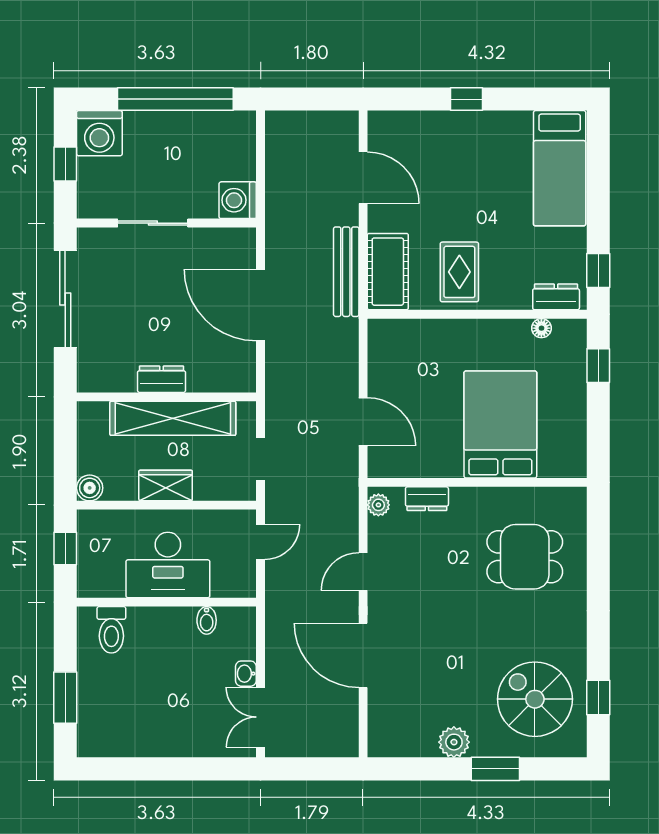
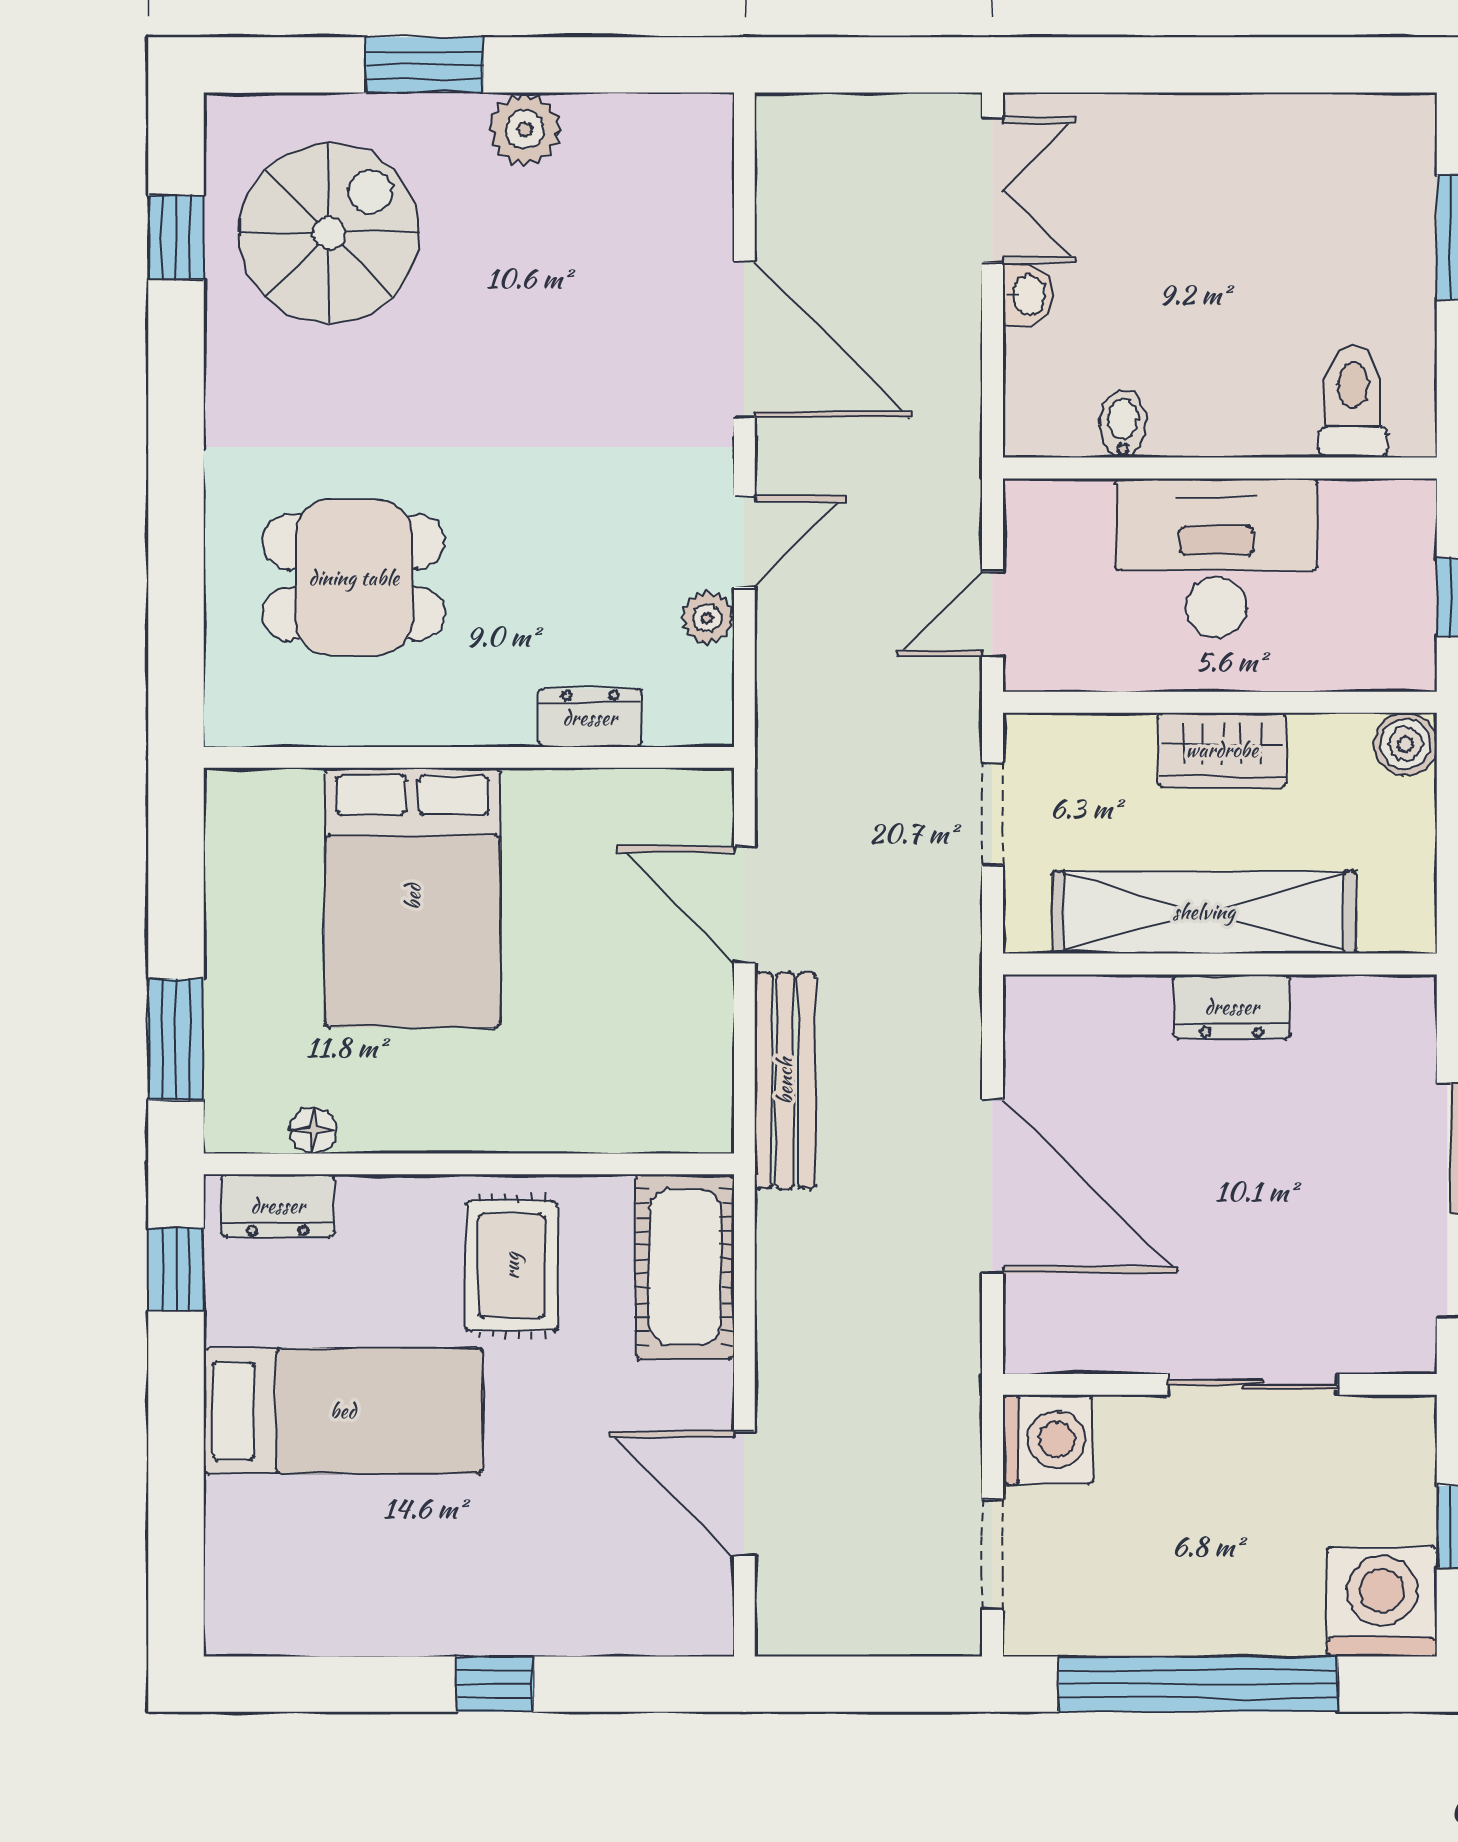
doorway: (260, 153) -> (992, 1555), added
bed: (560, 168) -> (343, 1411), moved, turned 90
bench: (346, 272) -> (785, 1081), moved
window: (598, 366) -> (176, 1040), width x1.50
plant: (378, 505) -> (707, 618), moved
spiral stairs: (535, 699) -> (329, 233), turned -90

